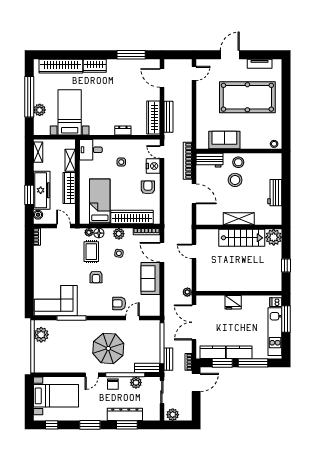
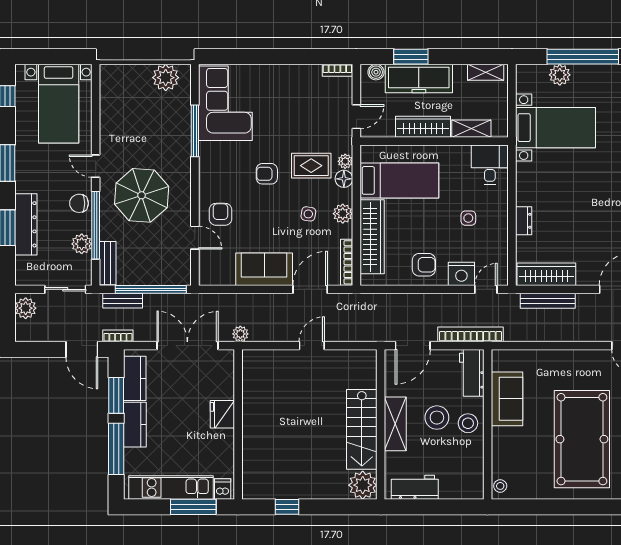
shelving: (239, 219) -> (395, 424), moved
wall: (239, 227) -> (381, 424), moved
plant: (274, 237) -> (363, 485), moved
stairs: (242, 238) -> (362, 429), moved

